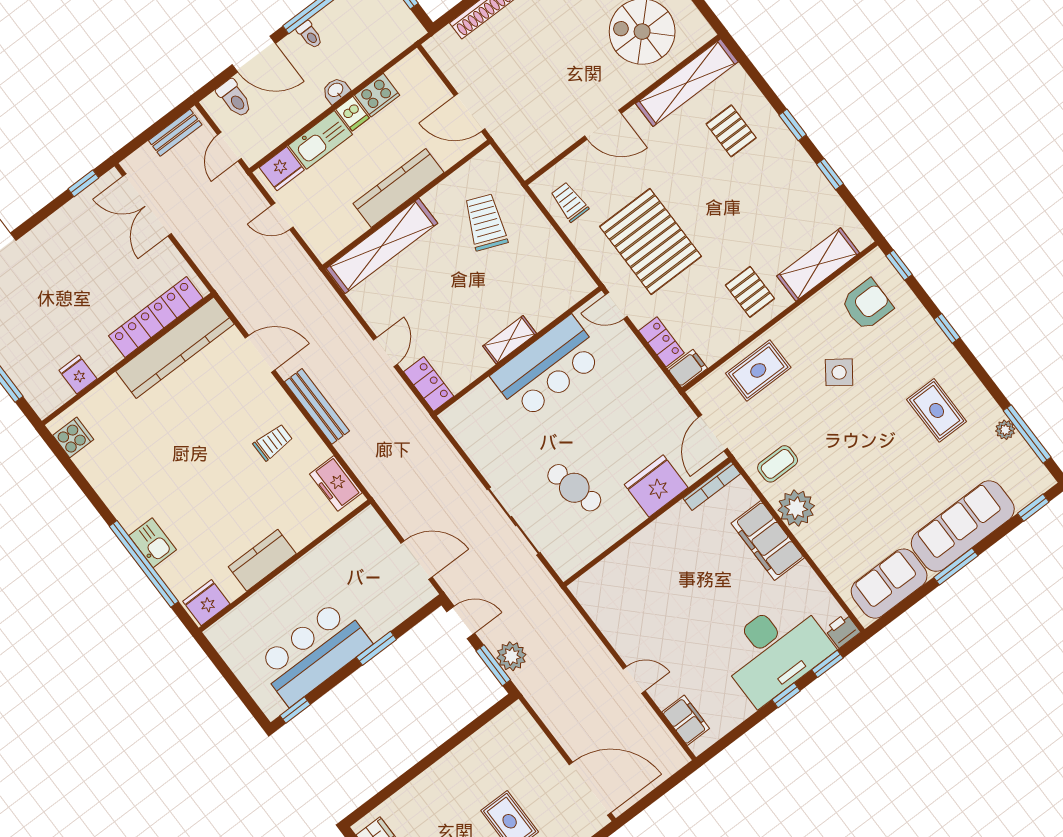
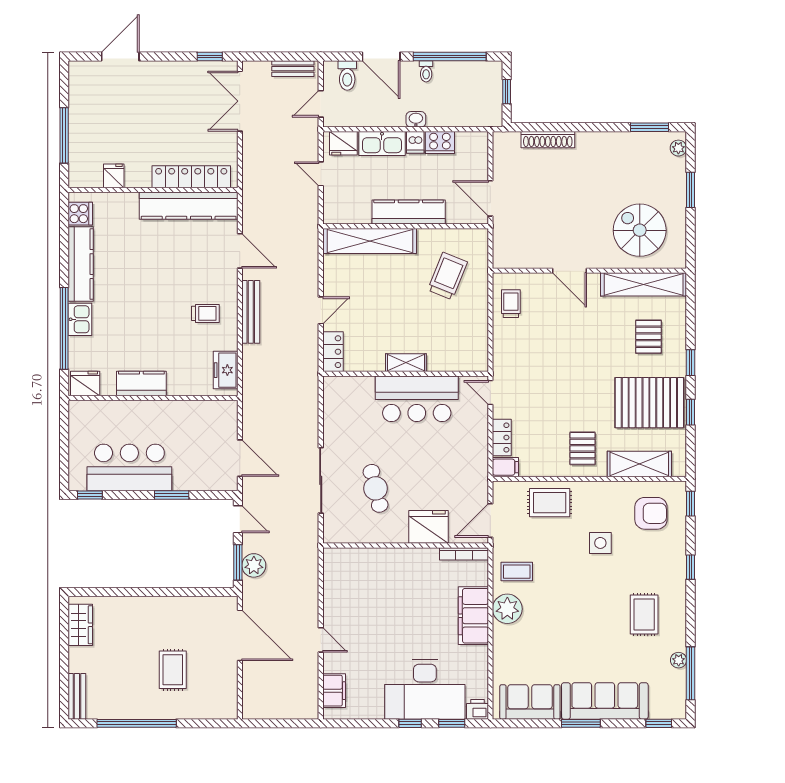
pallet: (651, 241) -> (649, 403), moved, turned 90
side table: (839, 372) -> (600, 543), turned -36
kitchen counter: (112, 487) -> (81, 264), added
door: (590, 789) -> (240, 635), moved

